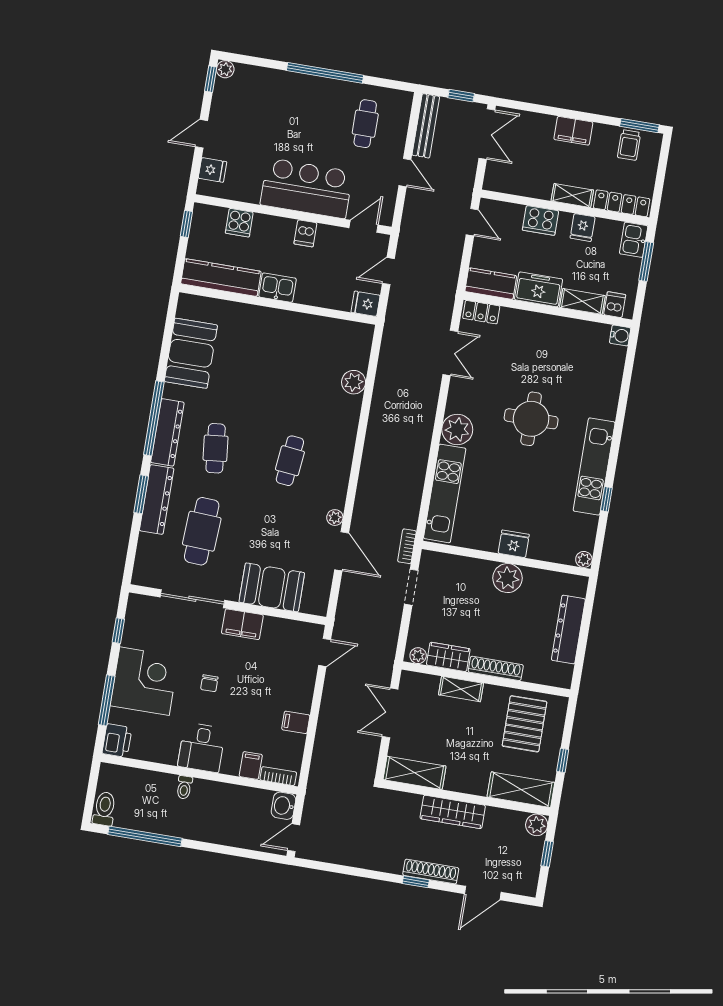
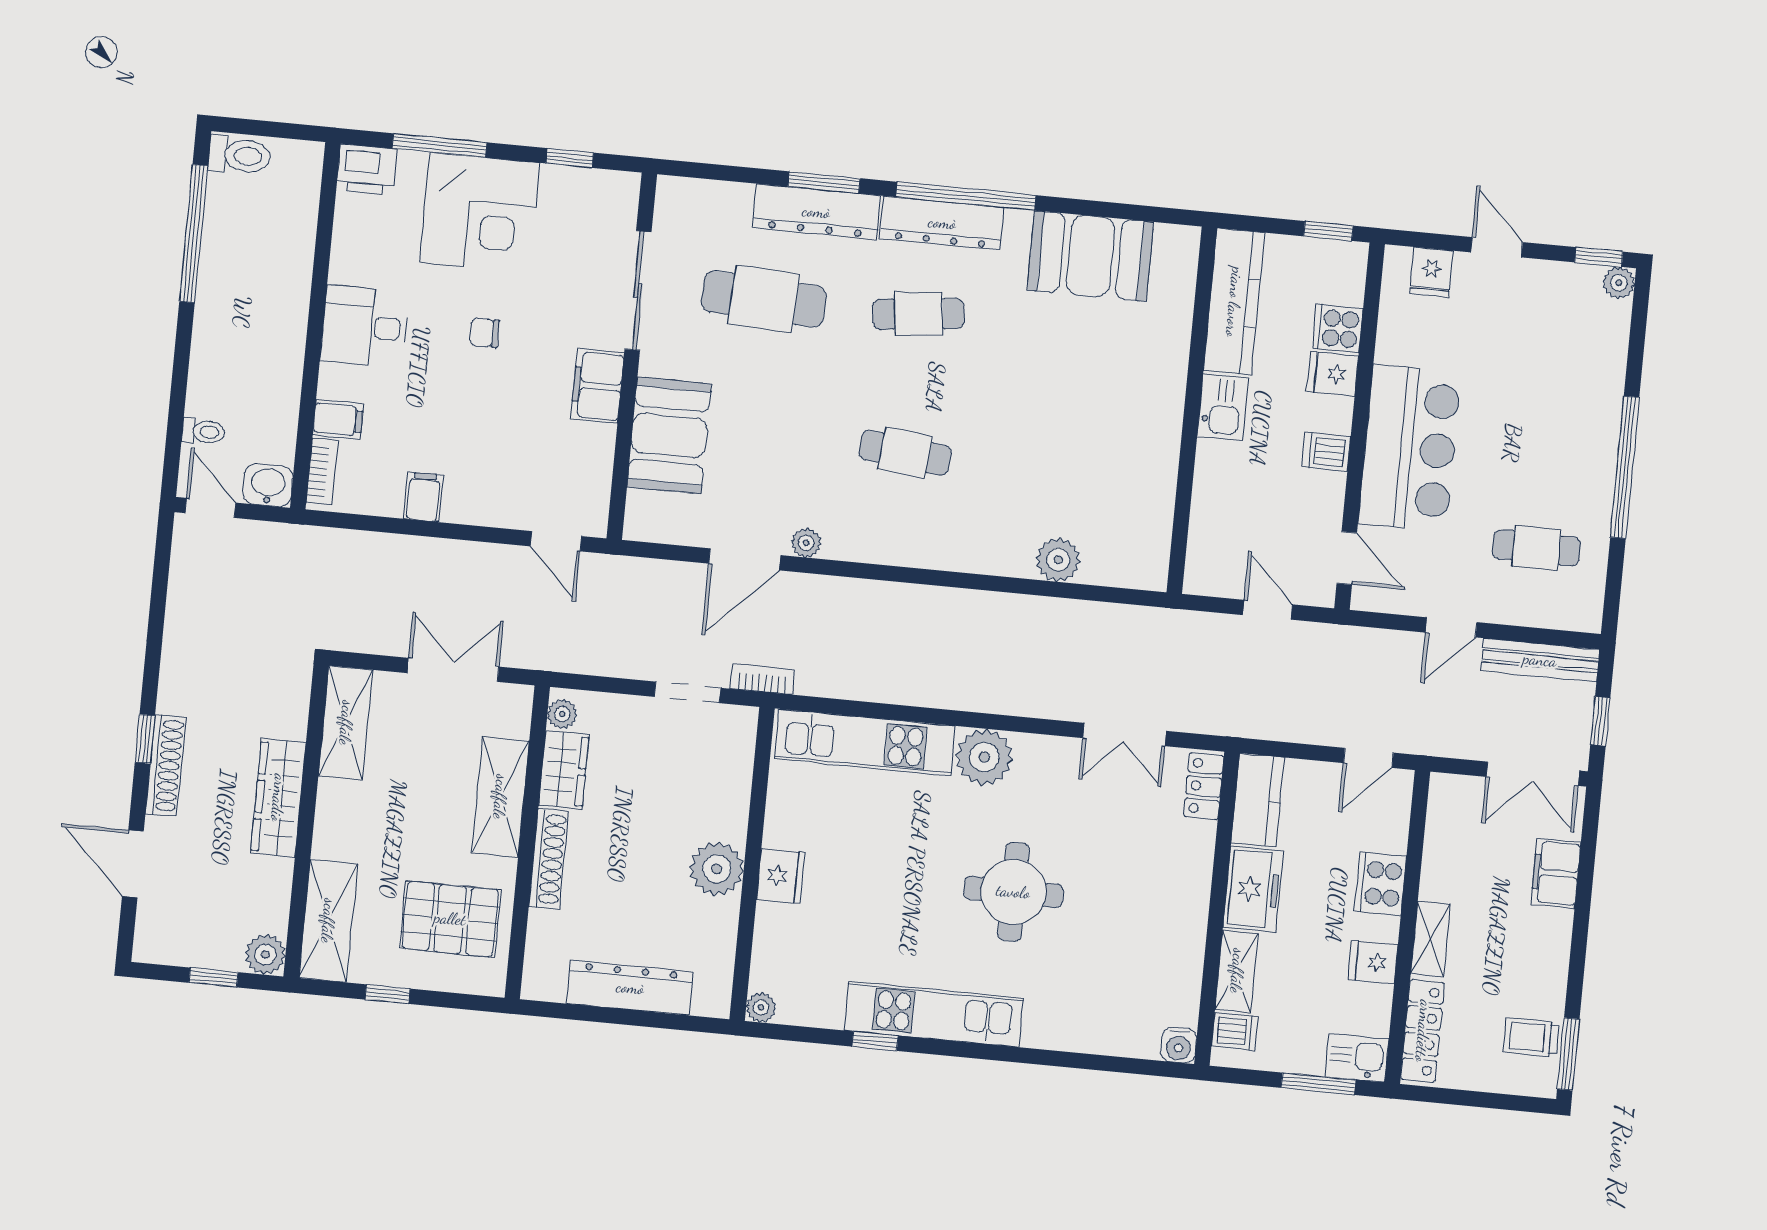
filing cabinet: (573, 131) -> (1556, 873), moved
fridge: (366, 304) -> (1333, 374), moved, turned -90
shelving: (461, 689) -> (500, 797), width x1.50, depth x1.33
toilet: (184, 787) -> (203, 432), moved, turned 180

